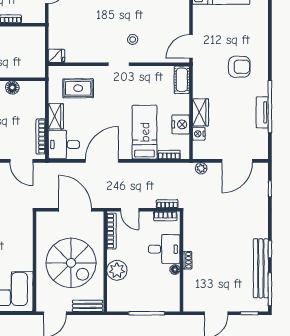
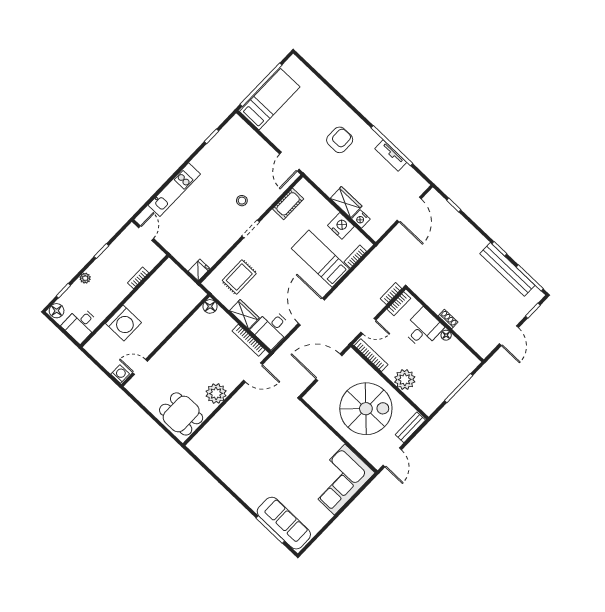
cot: (182, 80) -> (288, 204), moved, turned 90
floor lamp: (12, 88) -> (210, 306), moved
plant: (201, 168) -> (389, 242), removed

